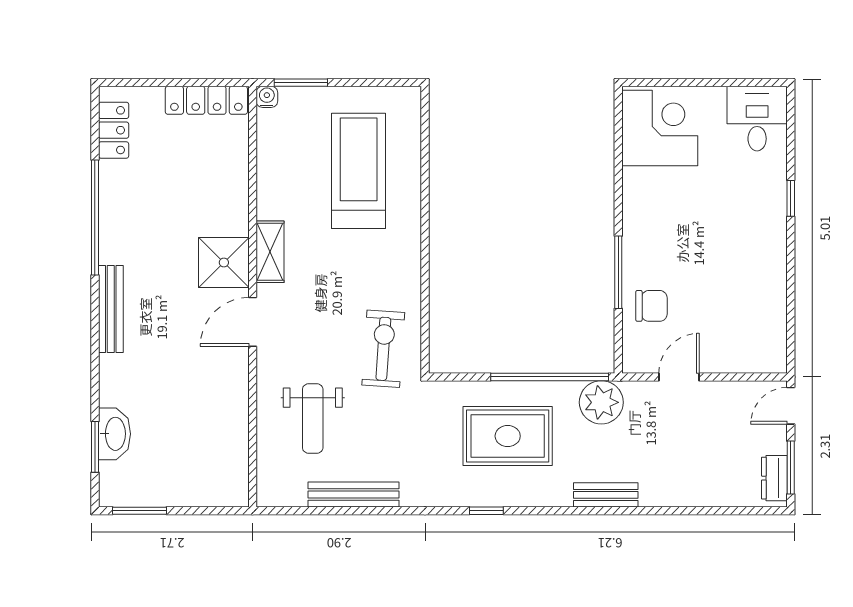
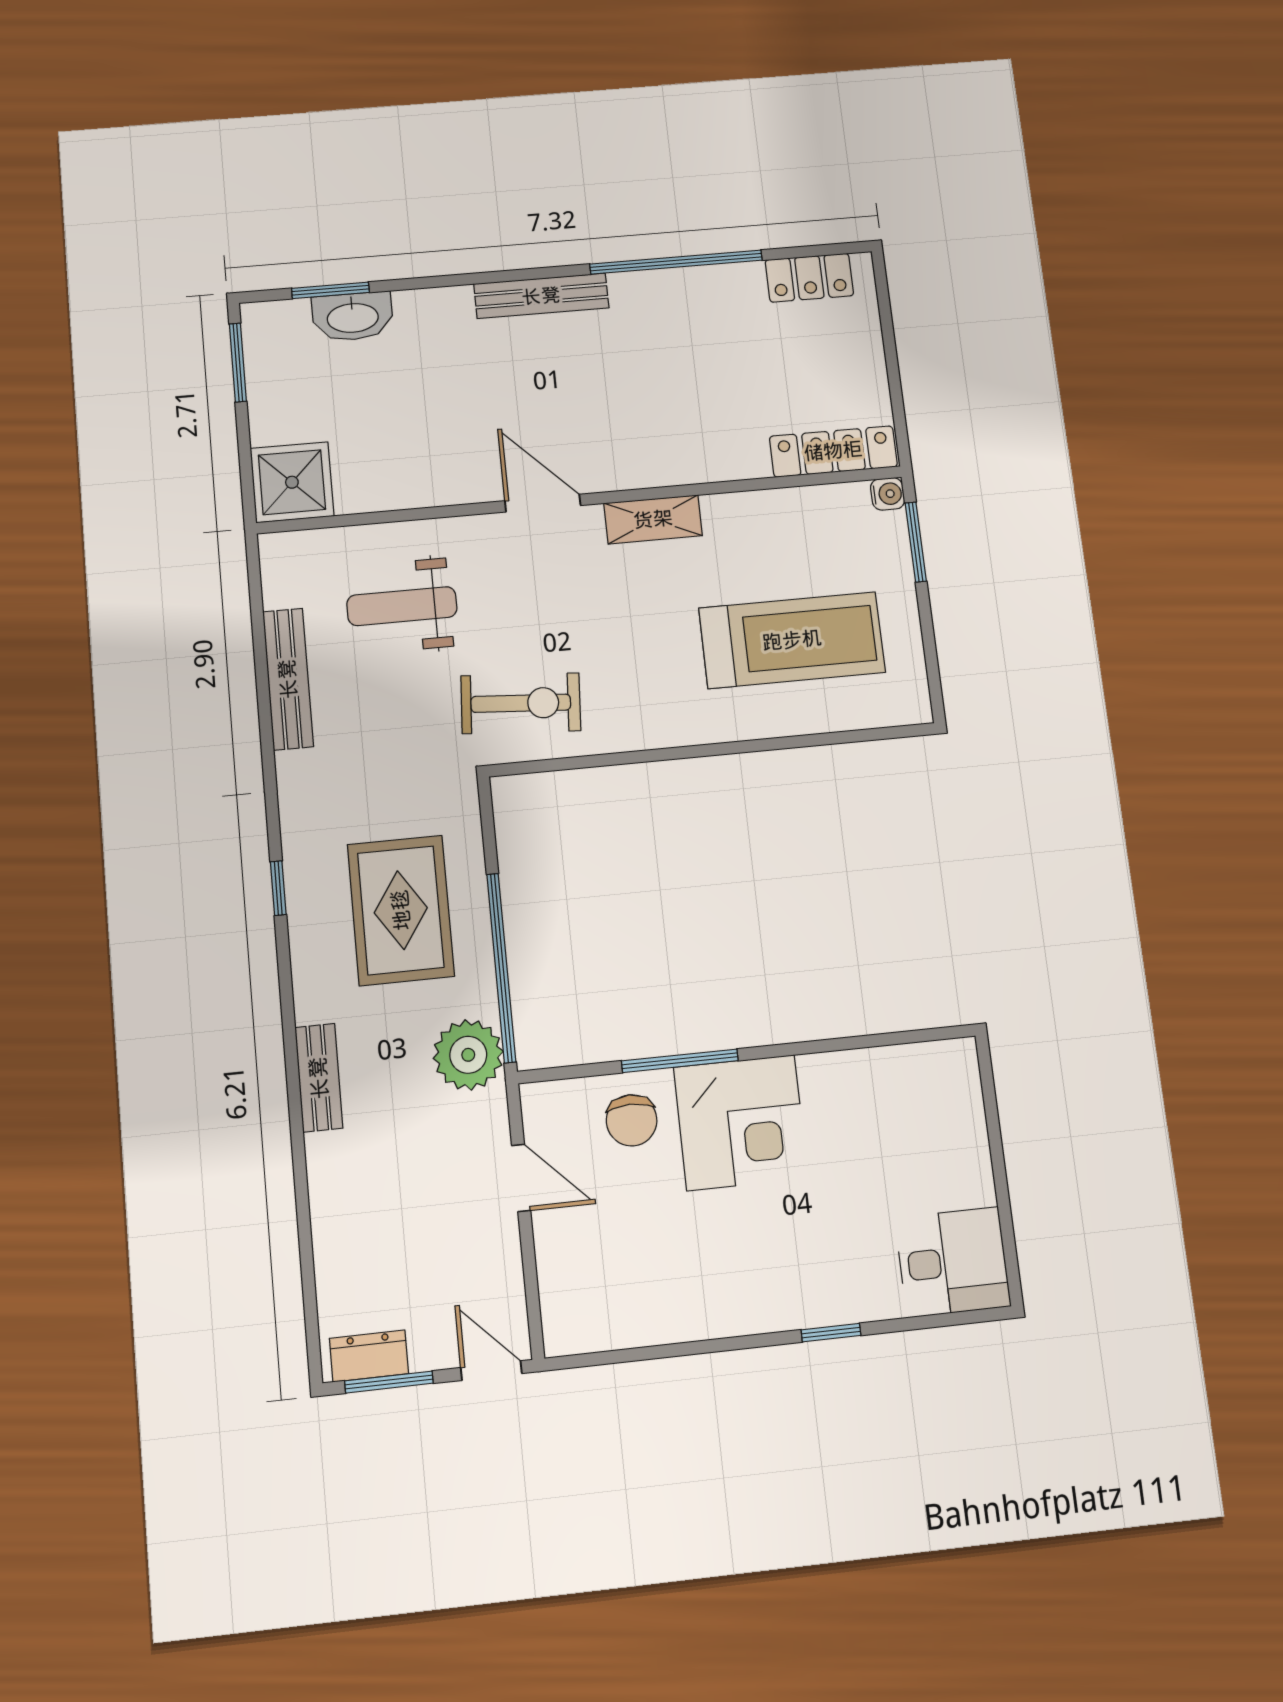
locker: (206, 100) -> (833, 451), moved, turned 90
corner desk: (660, 128) -> (741, 1122), moved
shower: (224, 263) -> (292, 482), moved

